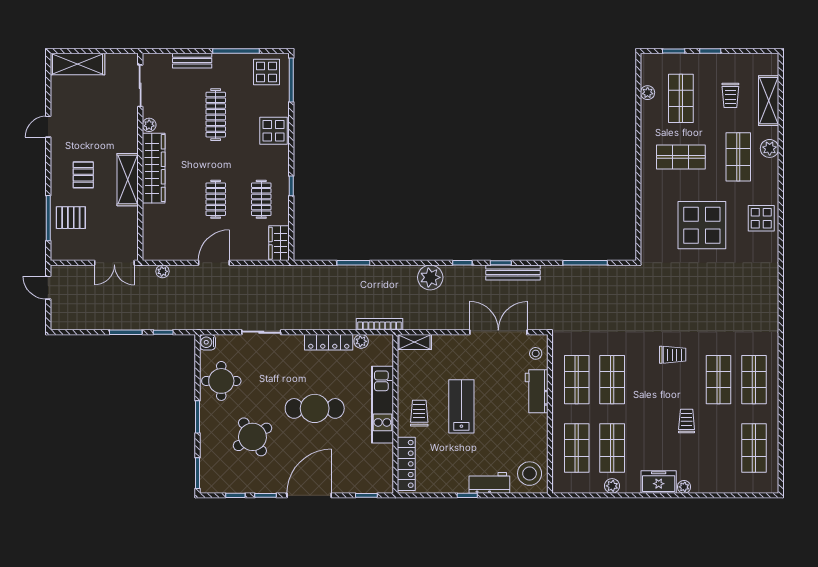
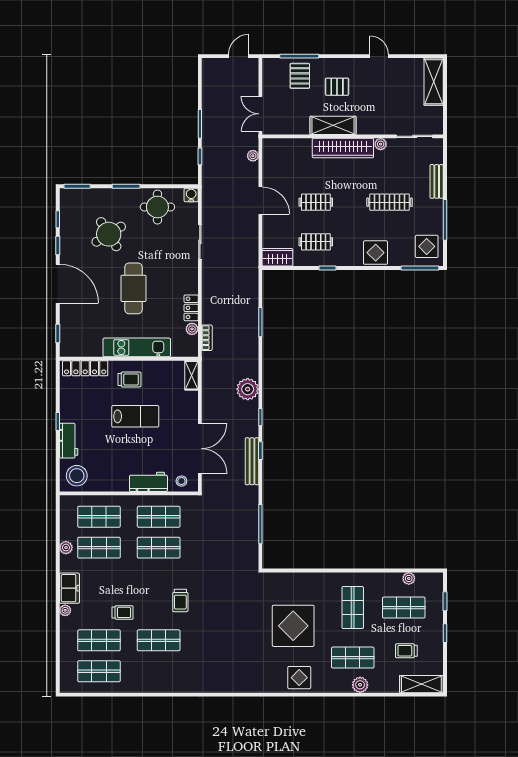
shelving: (769, 101) -> (421, 684), moved
bookcase: (380, 324) -> (207, 338), width x0.64
locker: (329, 342) -> (191, 308), width x0.66
shop shelf: (754, 380) -> (99, 640), moved

